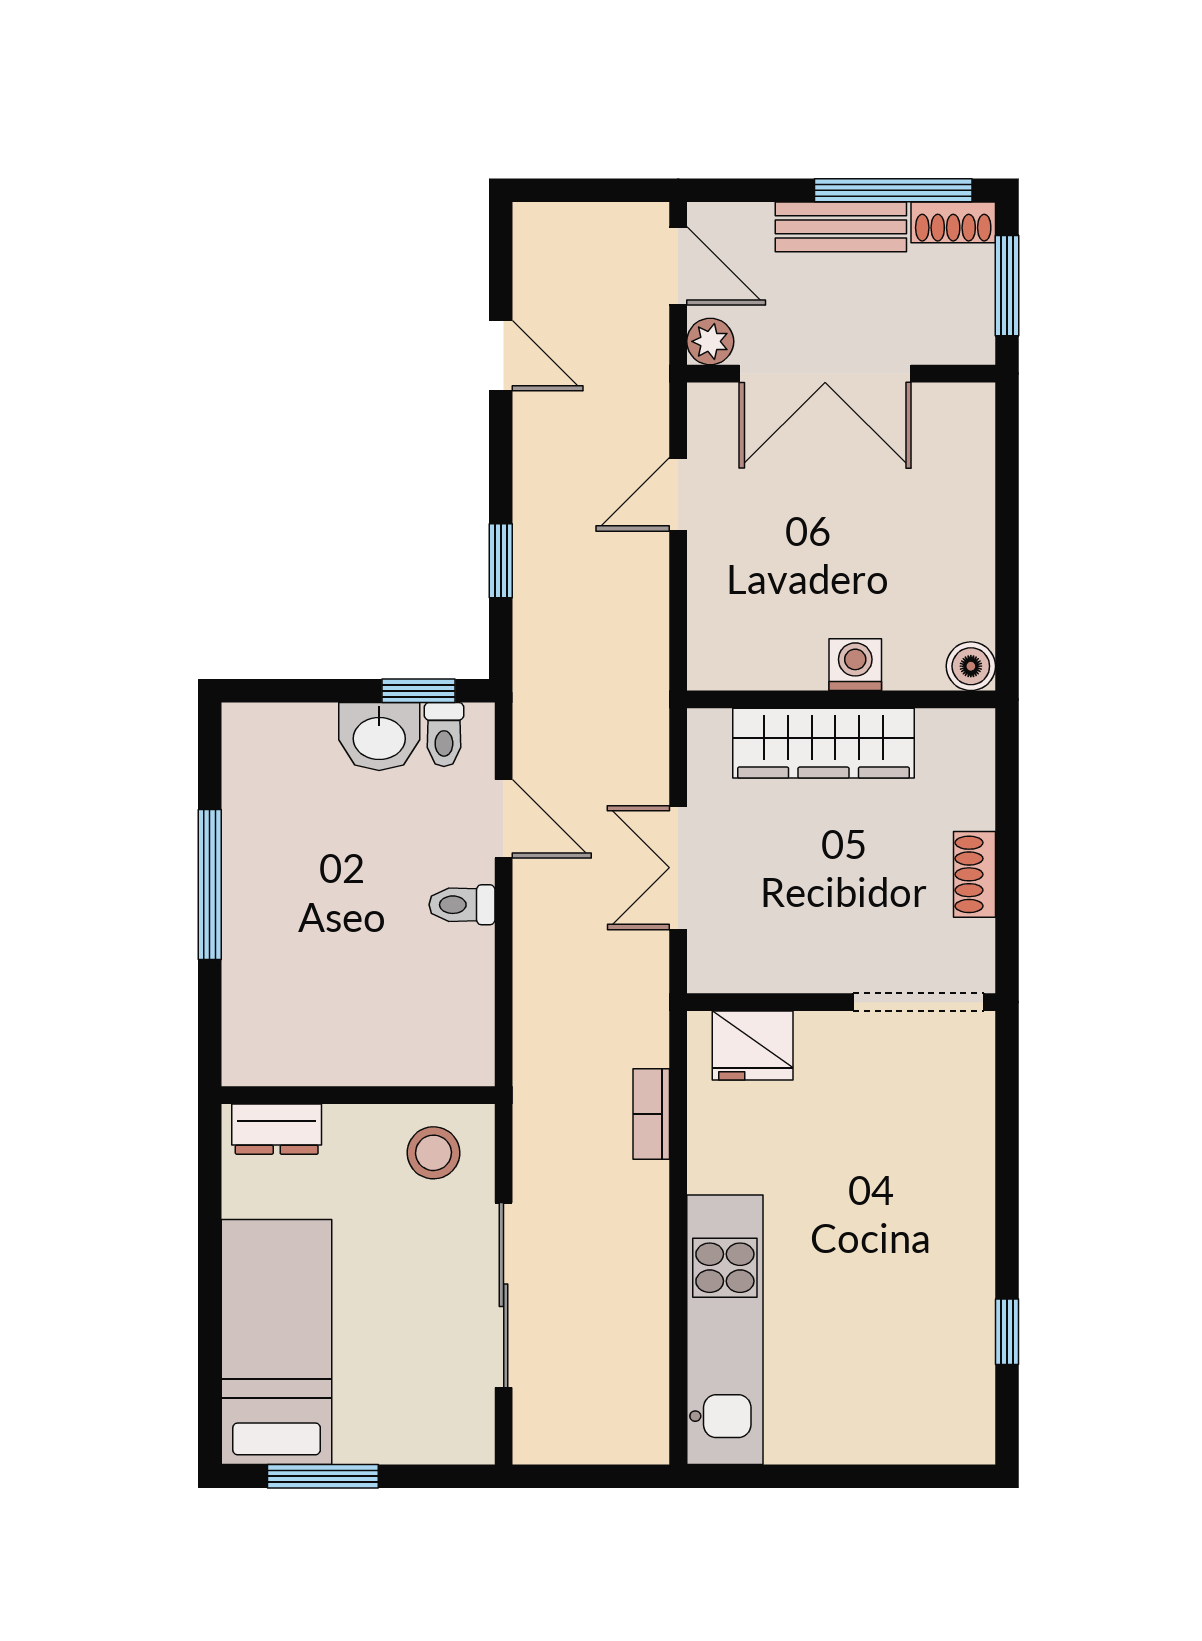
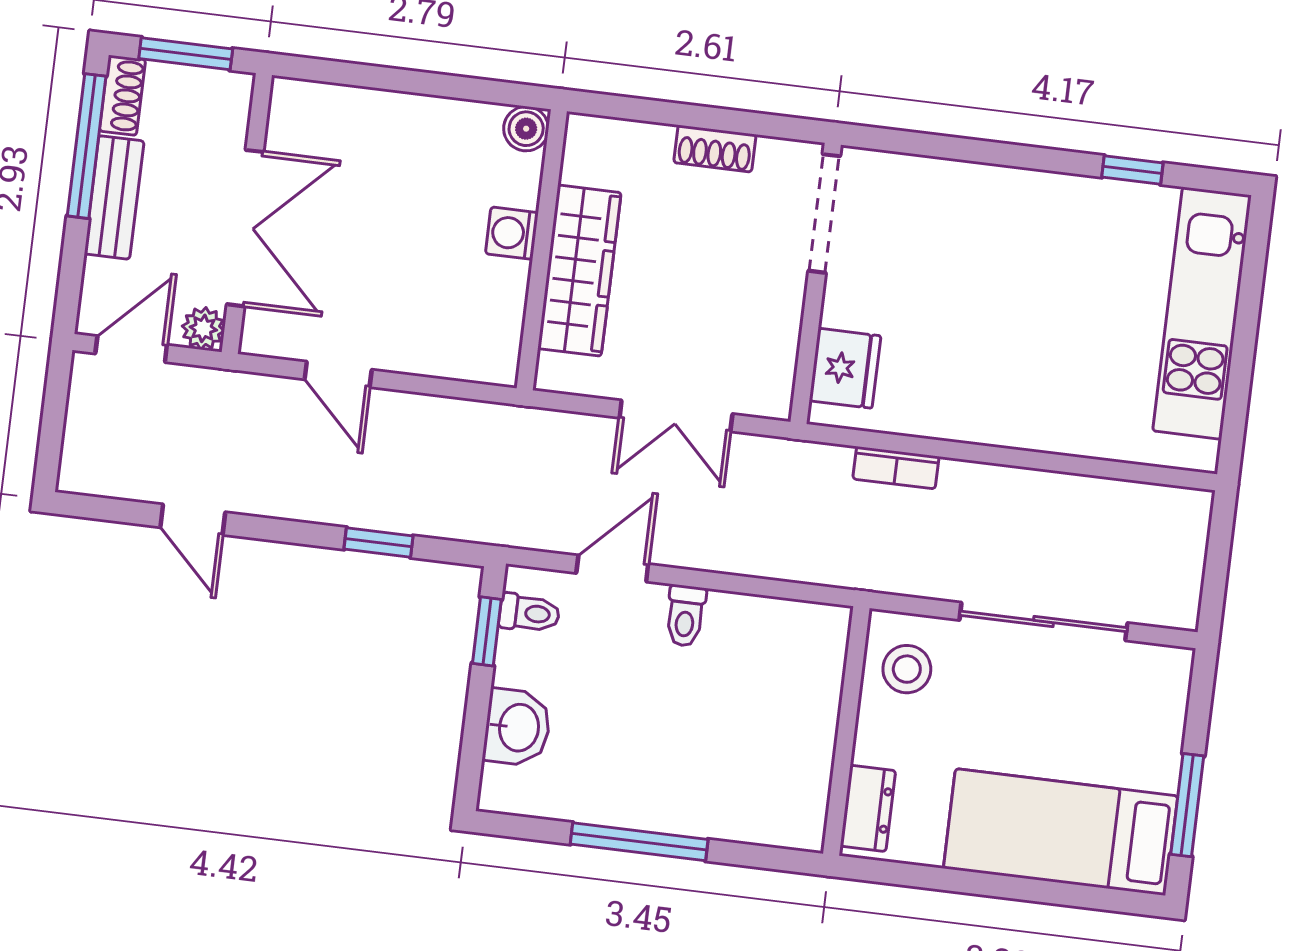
door: (501, 356) -> (193, 520), swing flipped
washbasin: (379, 737) -> (517, 727), moved
kitchen unit: (725, 1330) -> (1202, 313), moved, turned -90

